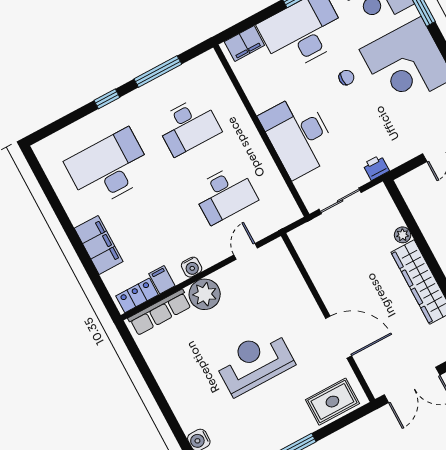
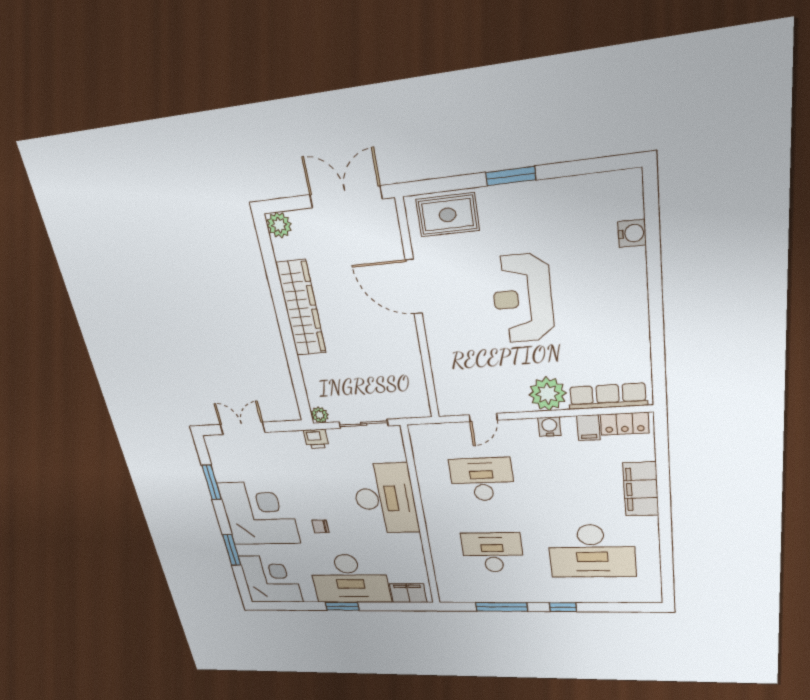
plant: (403, 235) -> (320, 415), moved
reception desk: (254, 362) -> (523, 299), turned 90

